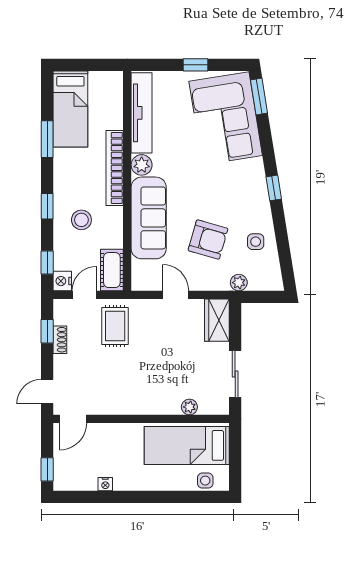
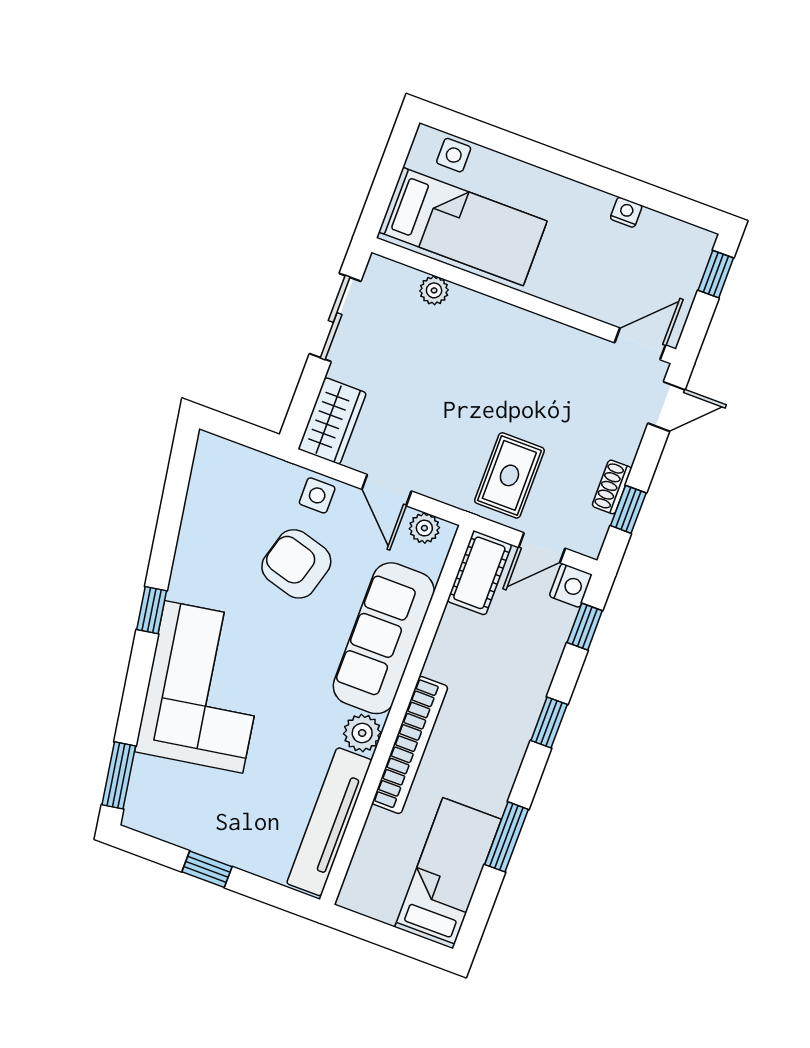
corner sofa: (226, 118) -> (204, 687), moved
stool: (81, 220) -> (499, 678), removed
side table: (256, 242) -> (317, 495), moved
plant: (239, 283) -> (424, 528), moved

